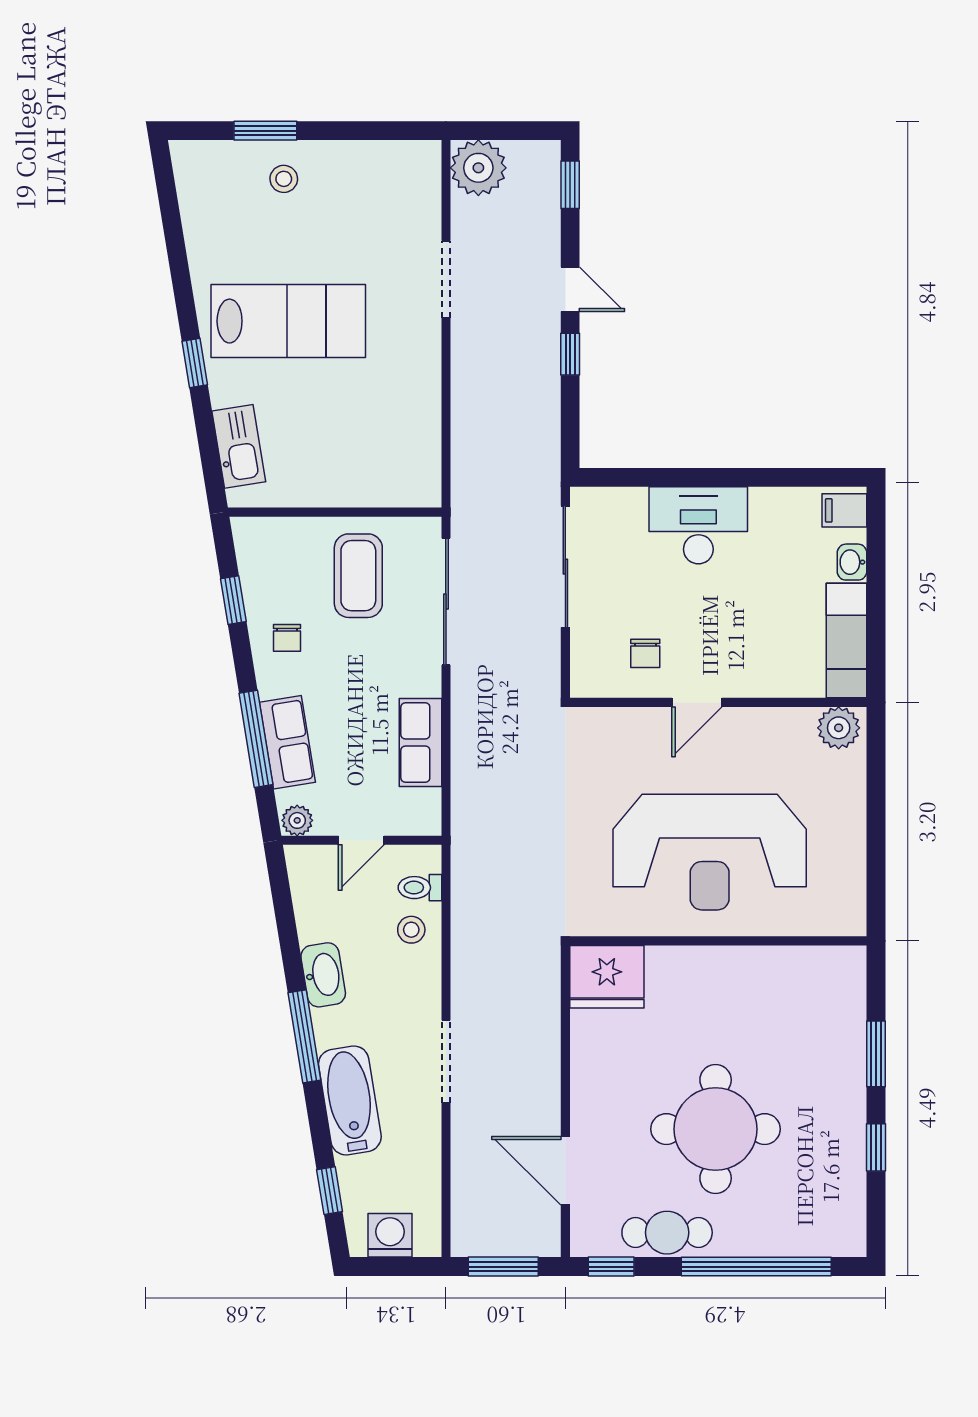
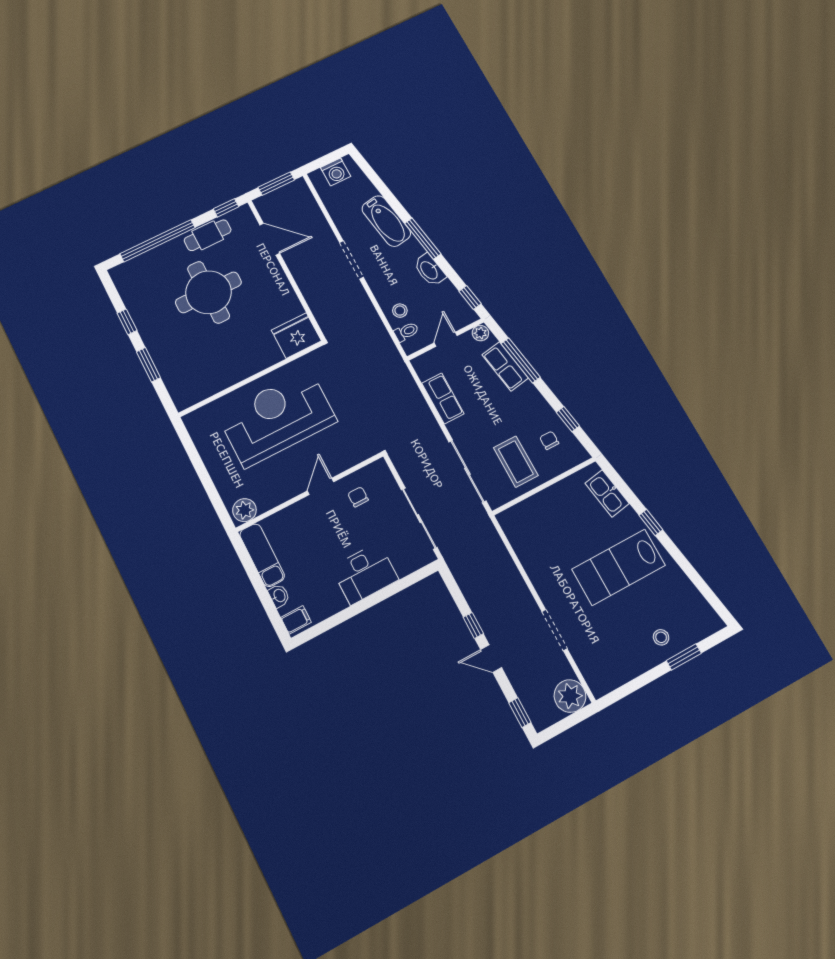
chair: (287, 638) -> (549, 440), moved
window: (330, 1191) -> (470, 297), moved

